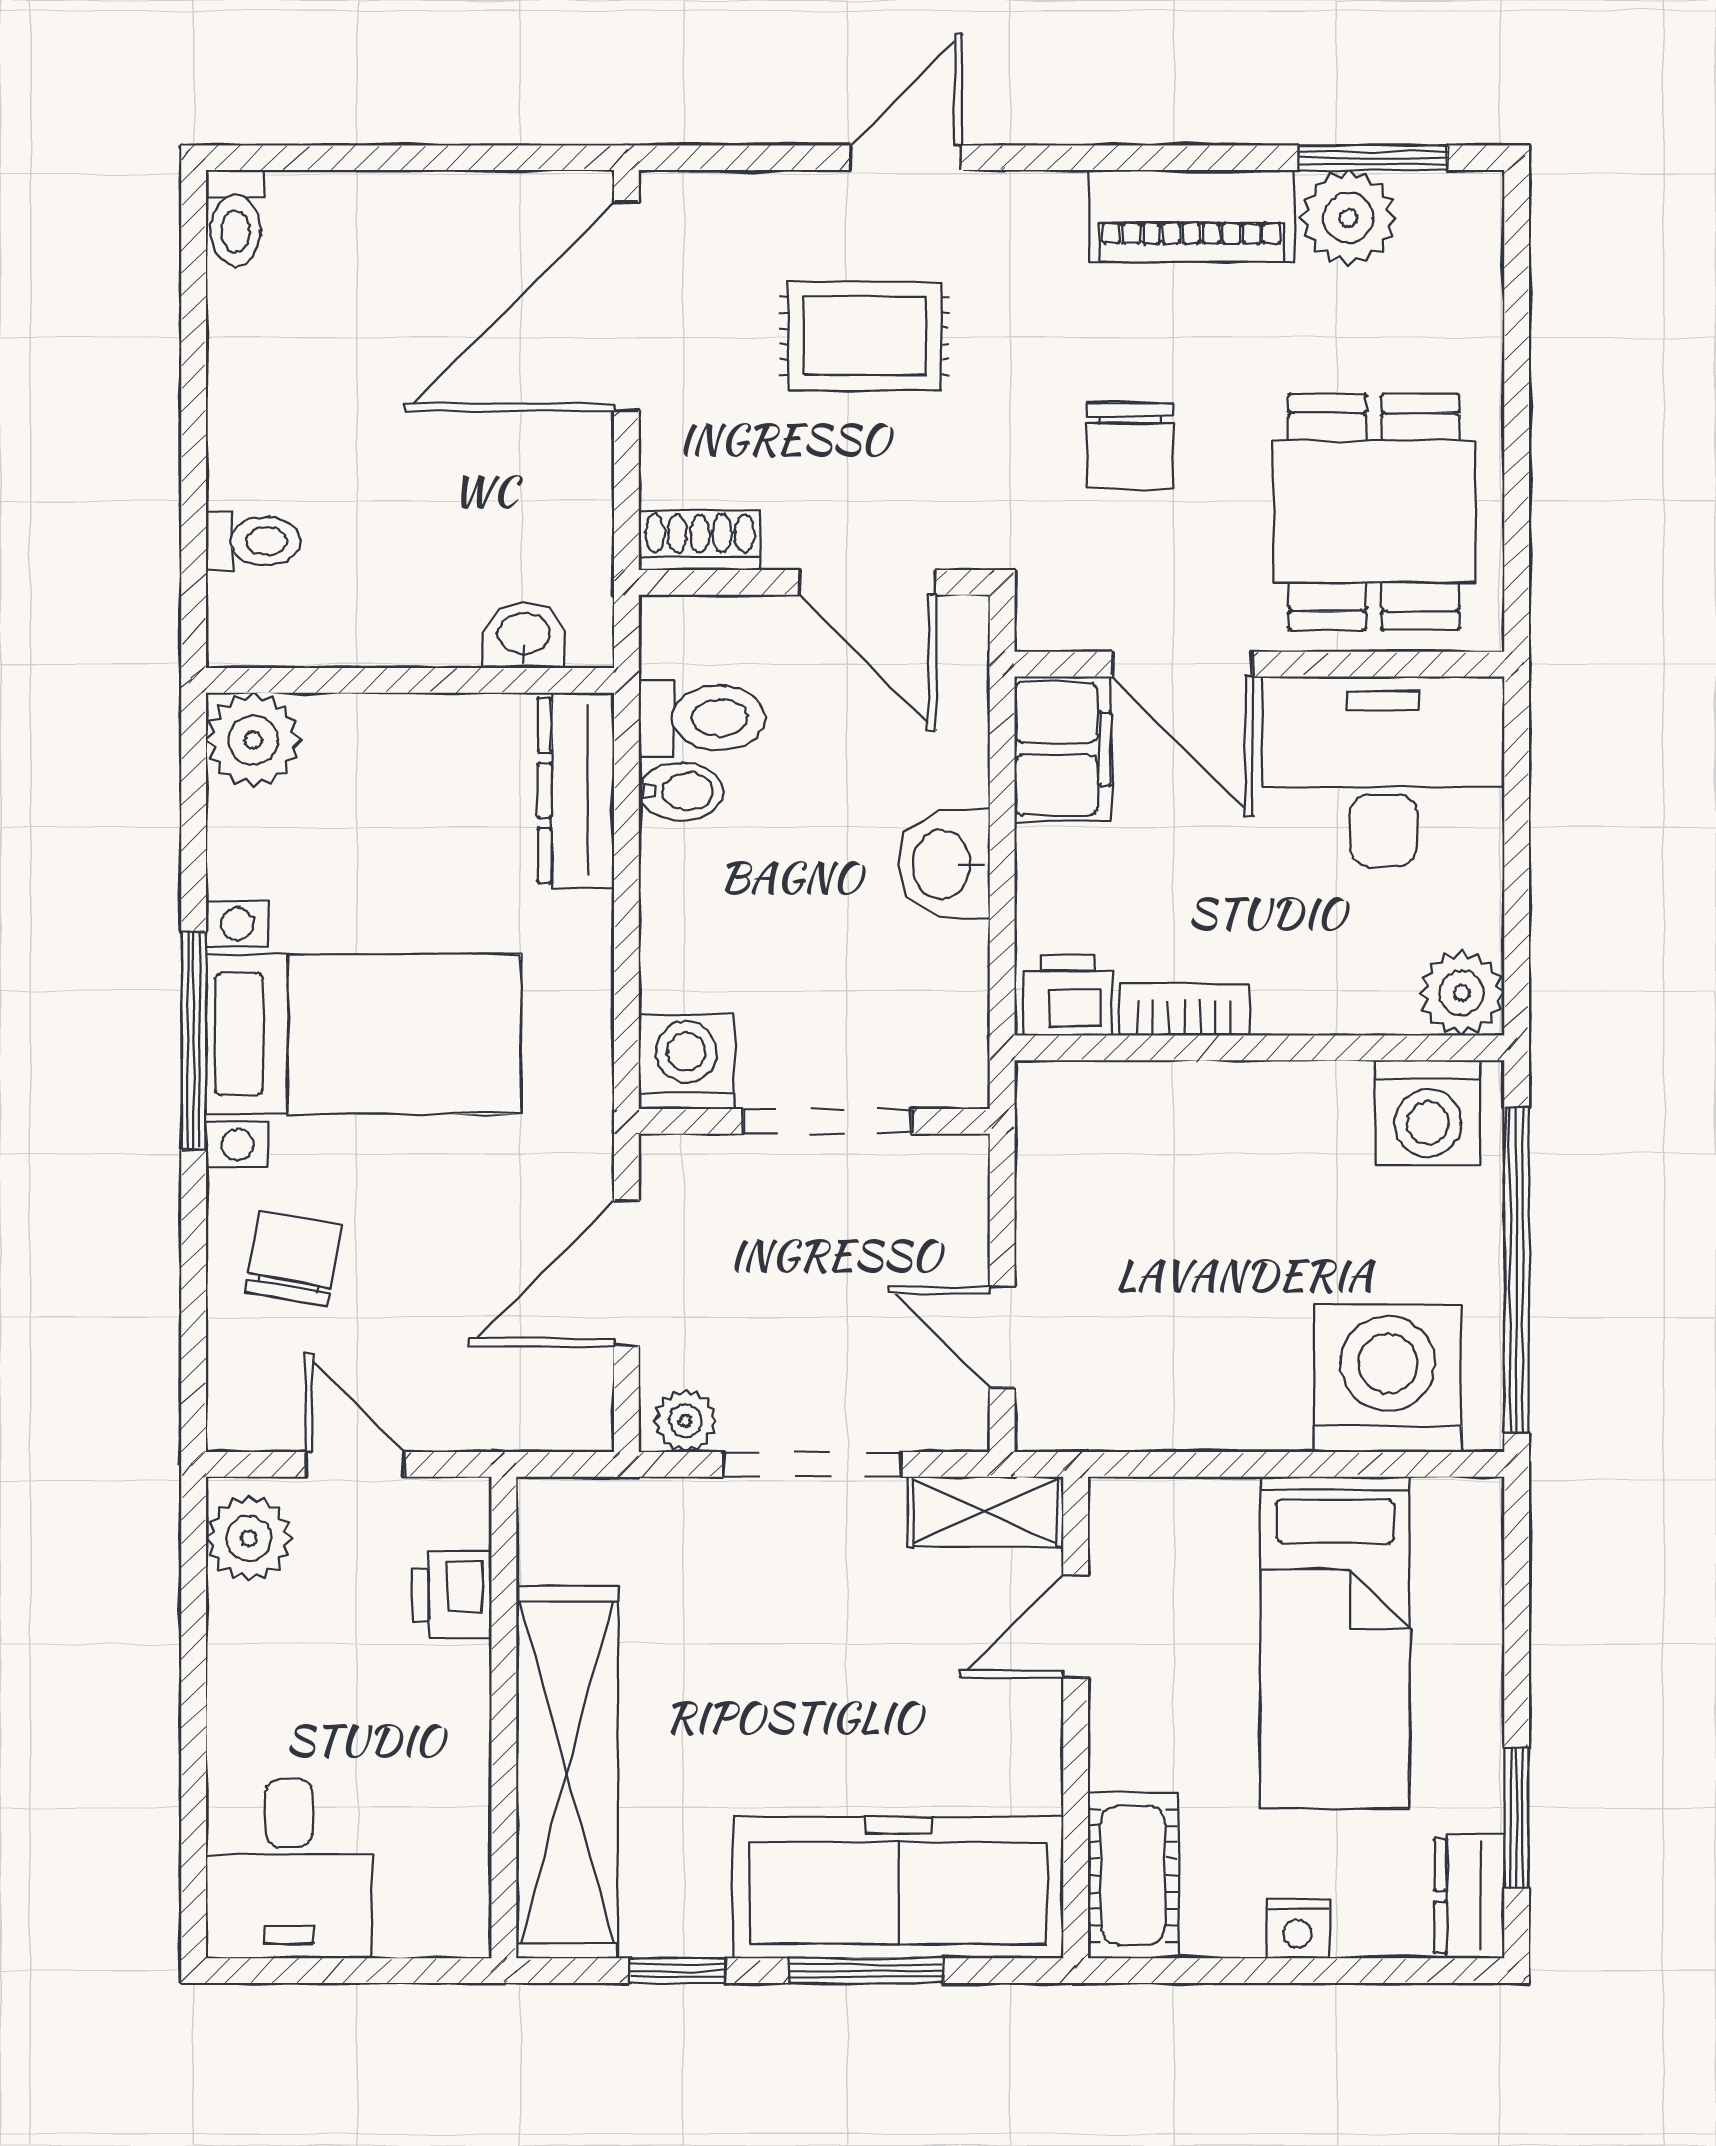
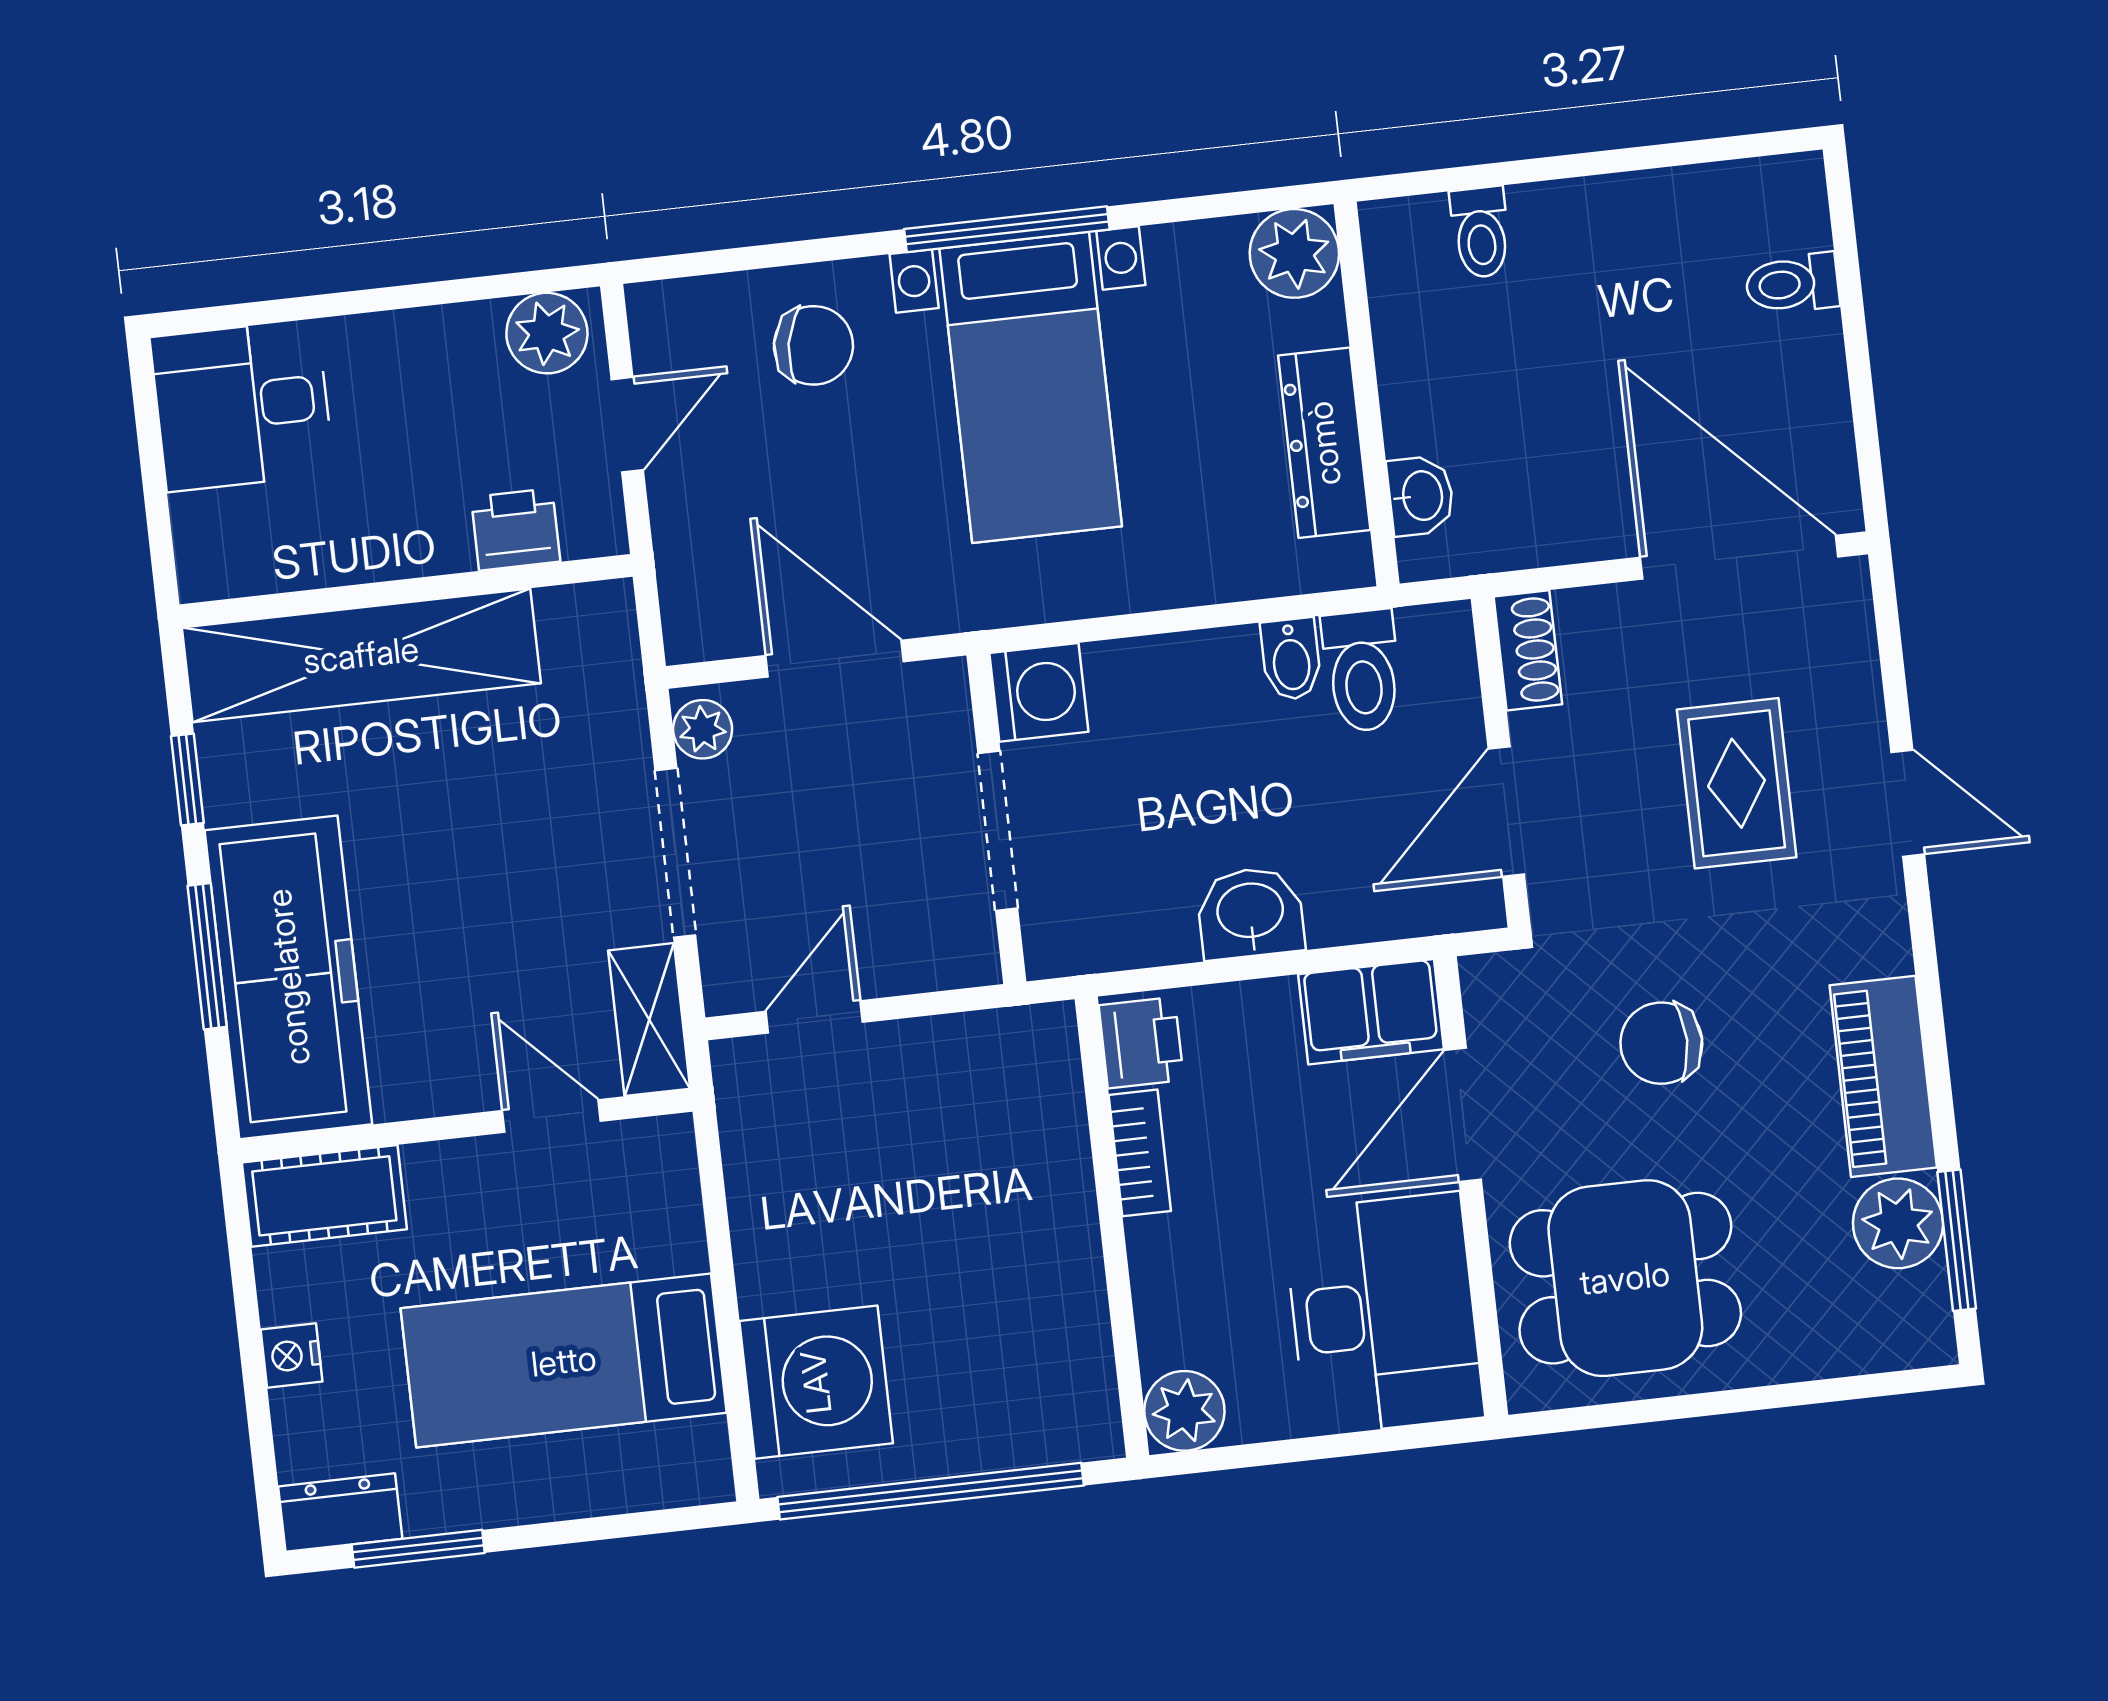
toilet: (235, 218) -> (1792, 284), moved
dresser: (576, 790) -> (1324, 443), moved, turned -90
washing machine: (1428, 1113) -> (1069, 1392), removed

